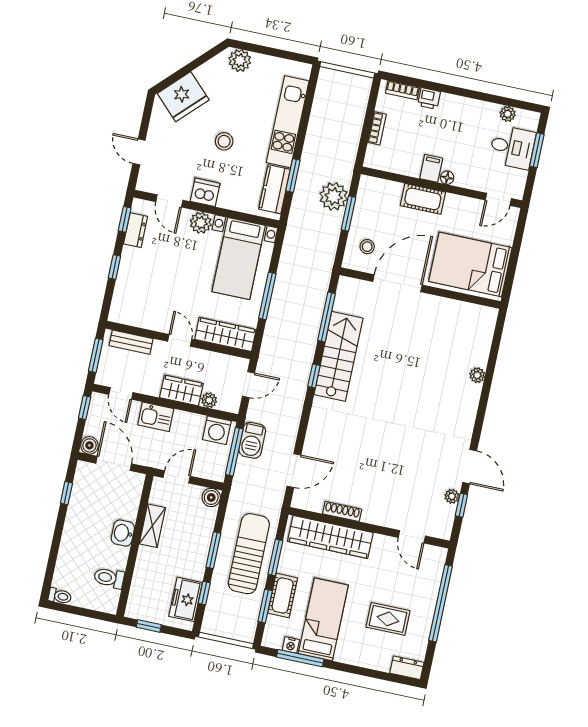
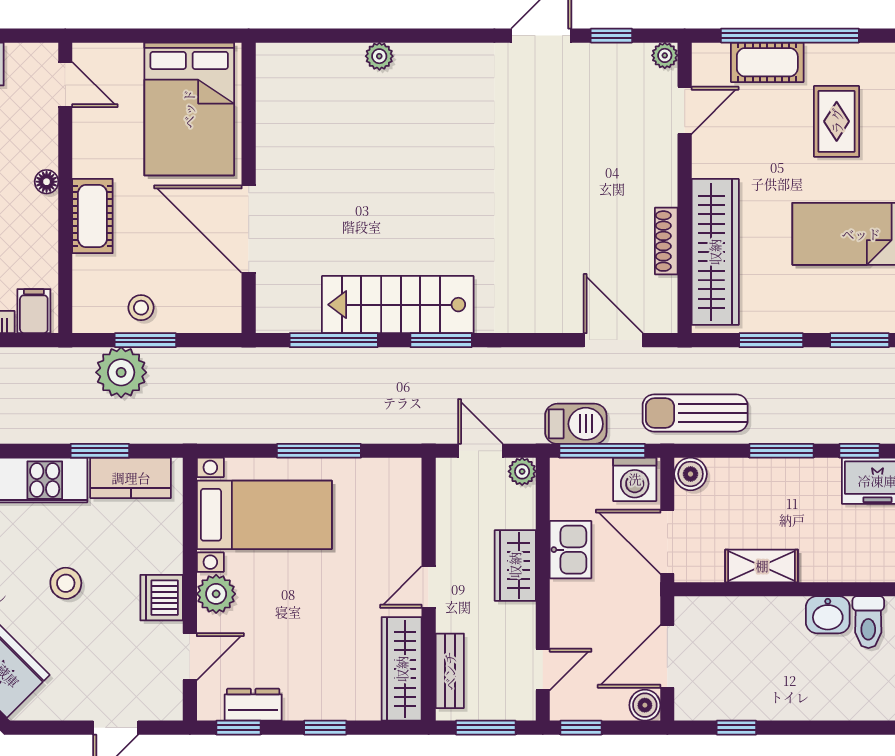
filing cabinet: (431, 168) -> (34, 311), moved, turned 90
stool: (367, 247) -> (141, 308), moved
wardrobe: (225, 335) -> (402, 669), moved
window: (314, 376) -> (441, 340), width x1.50
plant: (209, 400) -> (522, 471), moved
kitchen sink: (156, 417) -> (570, 550), moved
washing machine: (217, 430) -> (635, 479), moved, turned 90
door: (177, 477) -> (667, 542), width x1.38
plant: (452, 496) -> (665, 55), moved
washbasin: (123, 533) -> (828, 615), moved
sun lounger: (249, 554) -> (695, 413), moved, width x0.73, depth x0.75
cot: (283, 595) -> (767, 62), moved

